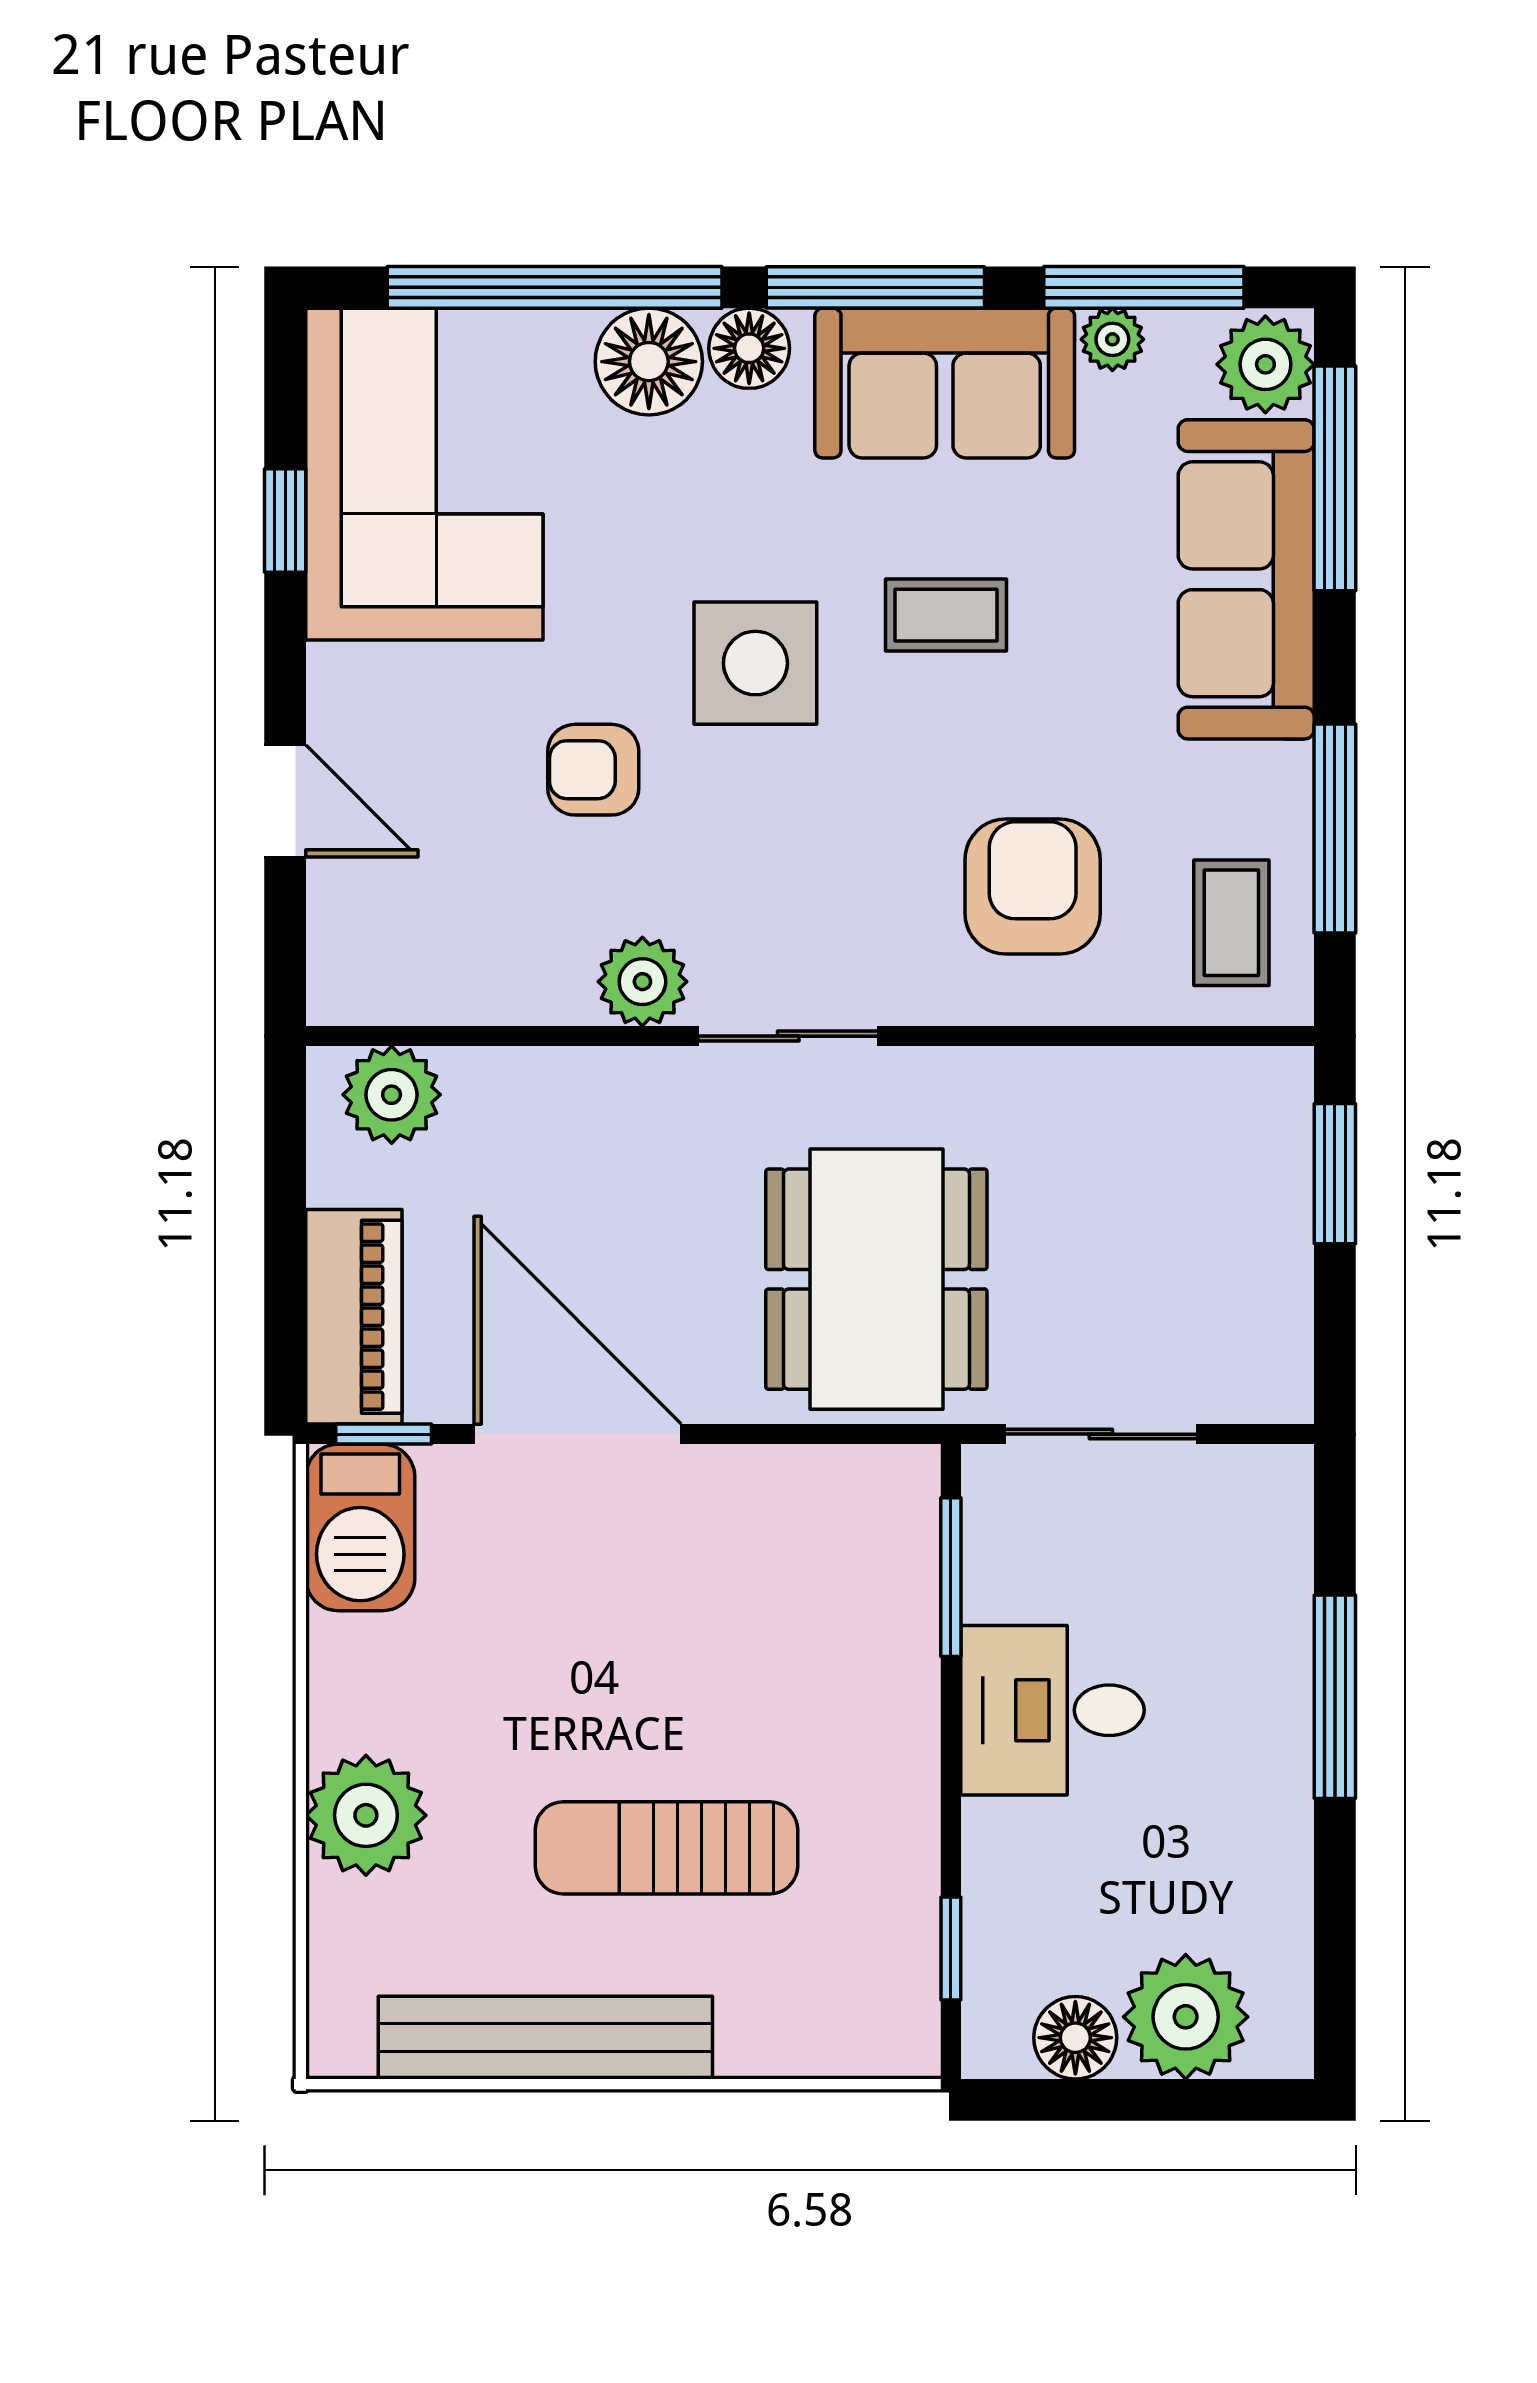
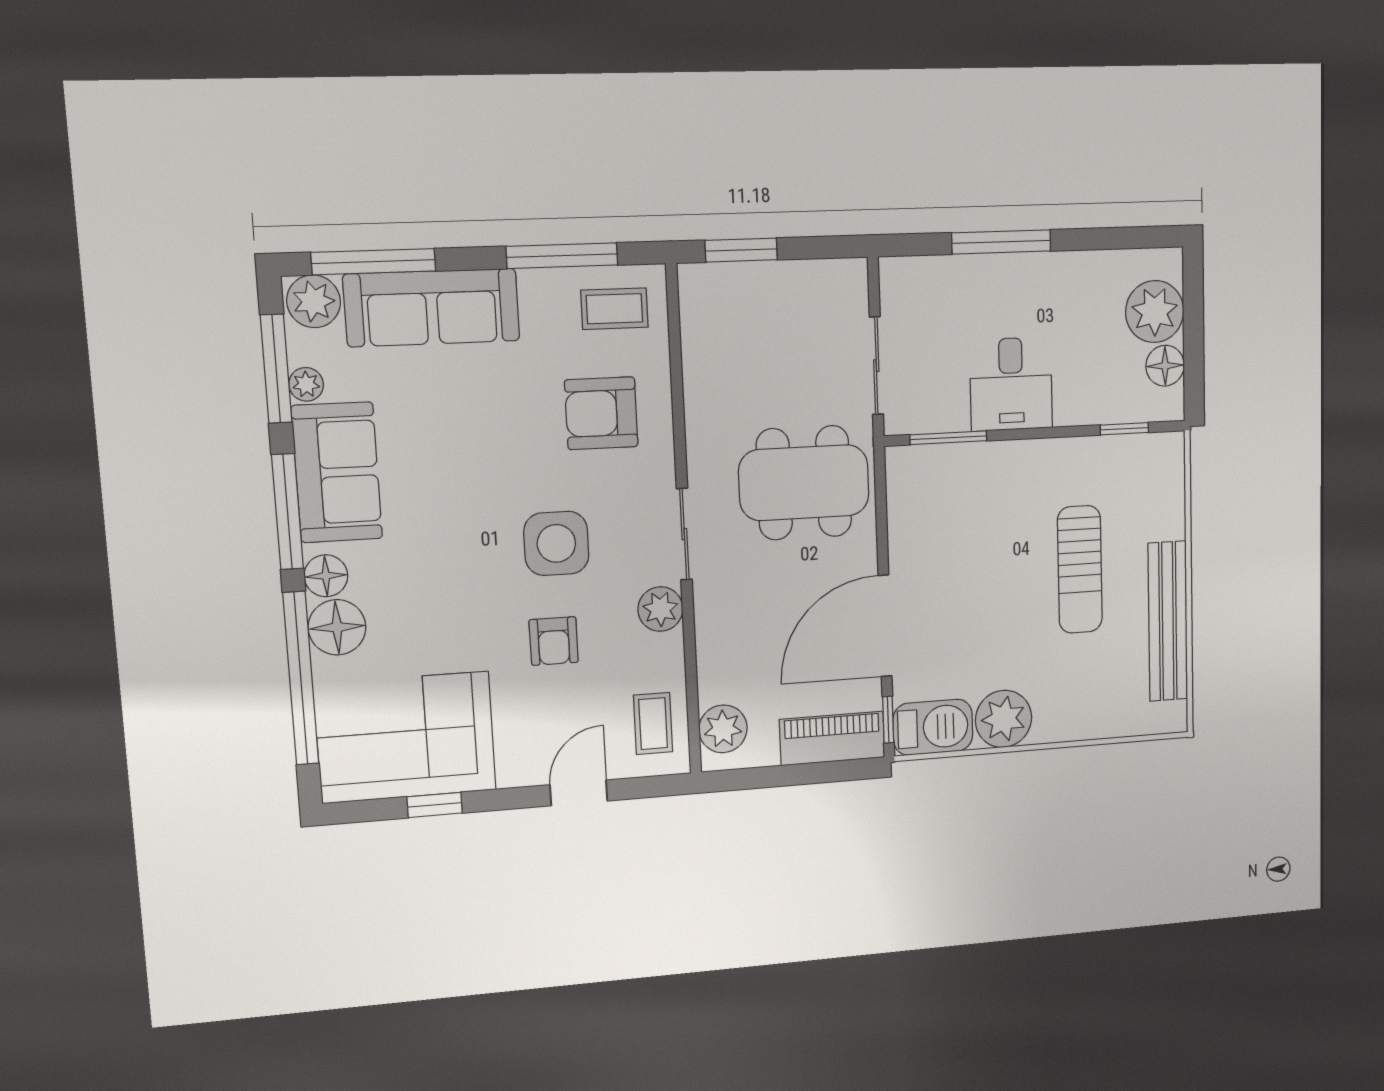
coffee table: (946, 615) -> (653, 724), moved
side table: (755, 663) -> (556, 543), moved
plant: (366, 1815) -> (1004, 719), moved

